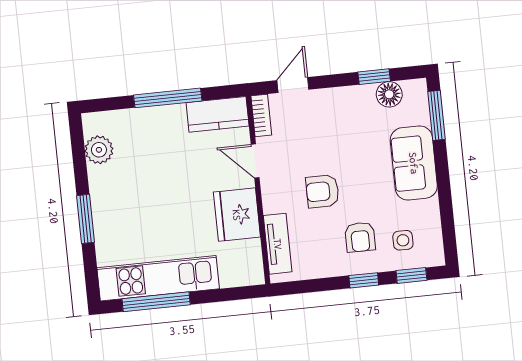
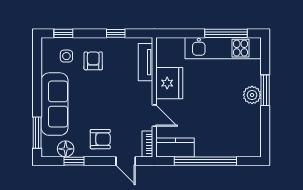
door: (293, 85) -> (126, 161), hinge flipped
window: (168, 98) -> (205, 161), width x1.46
plant: (99, 150) -> (252, 95), moved
sofa: (414, 163) -> (55, 104), width x1.36
armchair: (323, 191) -> (100, 139), moved
window: (364, 280) -> (116, 33), moved

